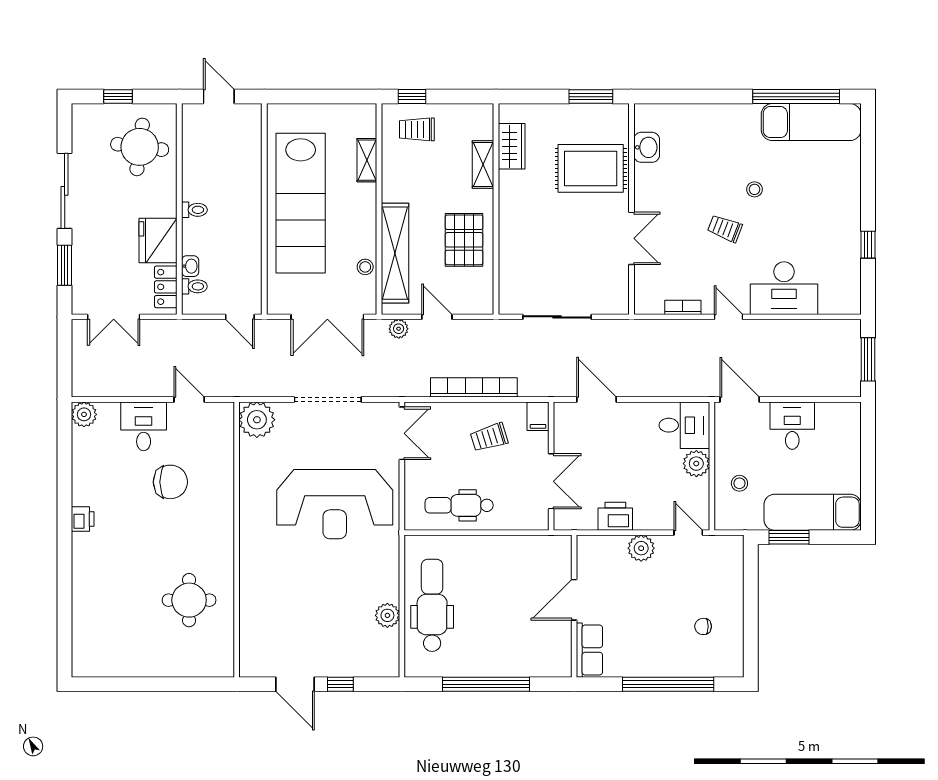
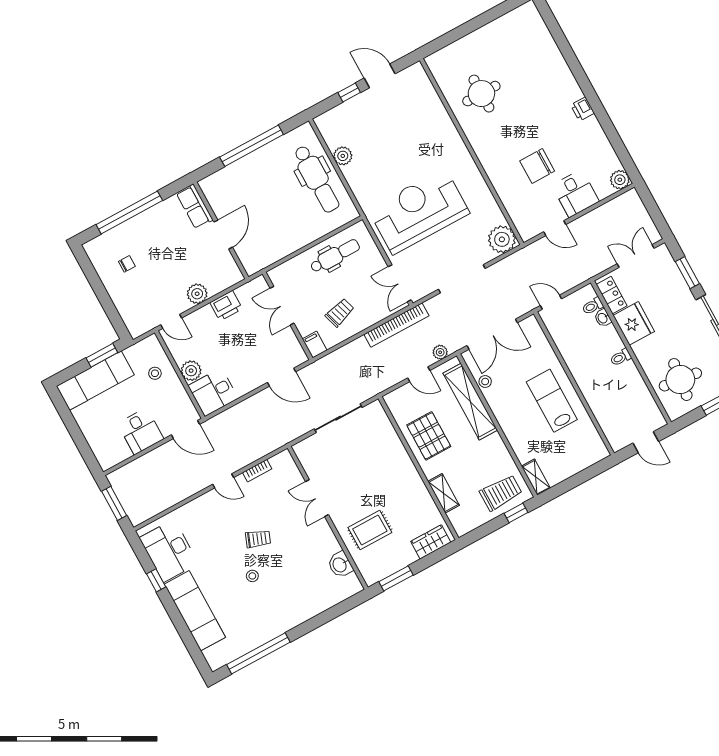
exam couch: (811, 122) -> (195, 611), moved, turned 90
trolley: (417, 129) -> (501, 493), width x1.36, depth x1.39
wardrobe: (512, 146) -> (431, 542), moved, turned 90
shelving: (367, 160) -> (536, 477), moved
rug: (591, 168) -> (370, 530), width x0.73, depth x0.70
lab bench: (301, 203) -> (552, 401), width x0.54, depth x0.72
desk: (784, 288) -> (169, 551), moved, turned -90
double door: (327, 317) -> (492, 334), swing flipped
bookcase: (474, 387) -> (396, 325), moved

